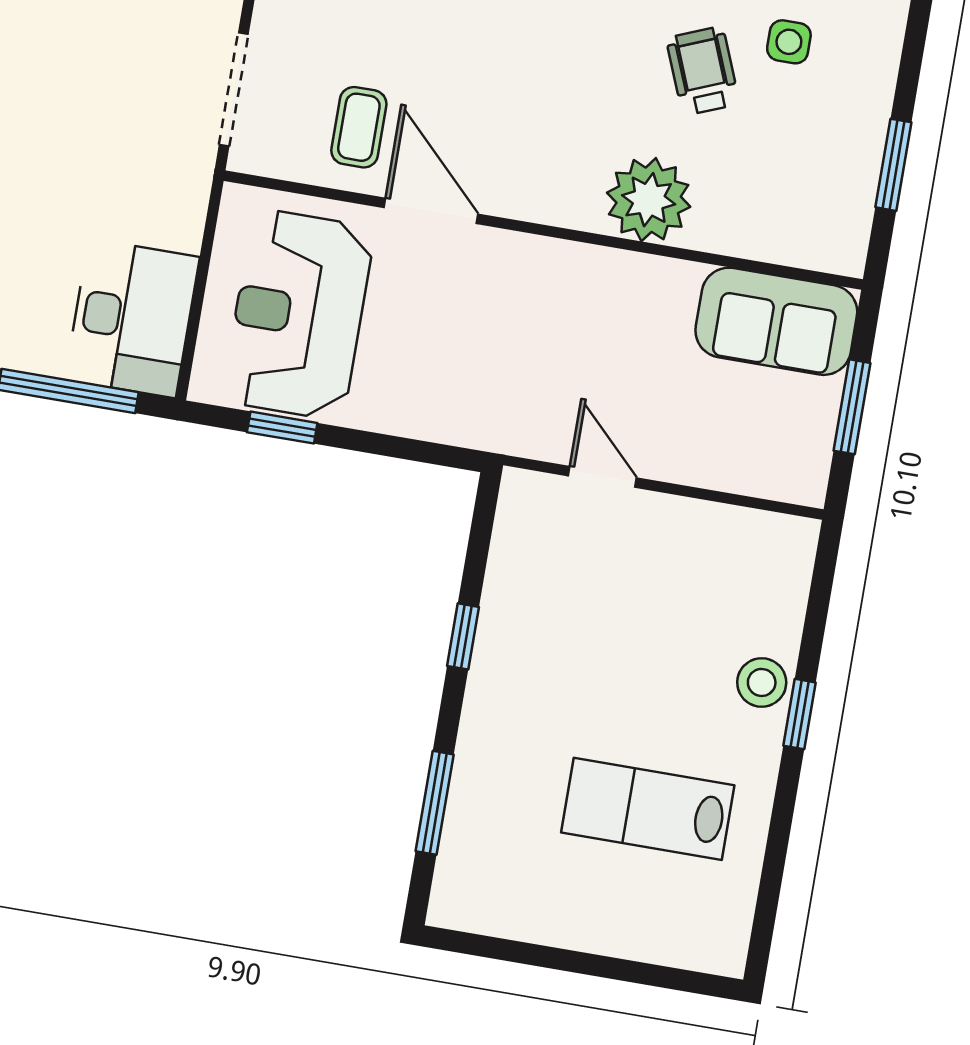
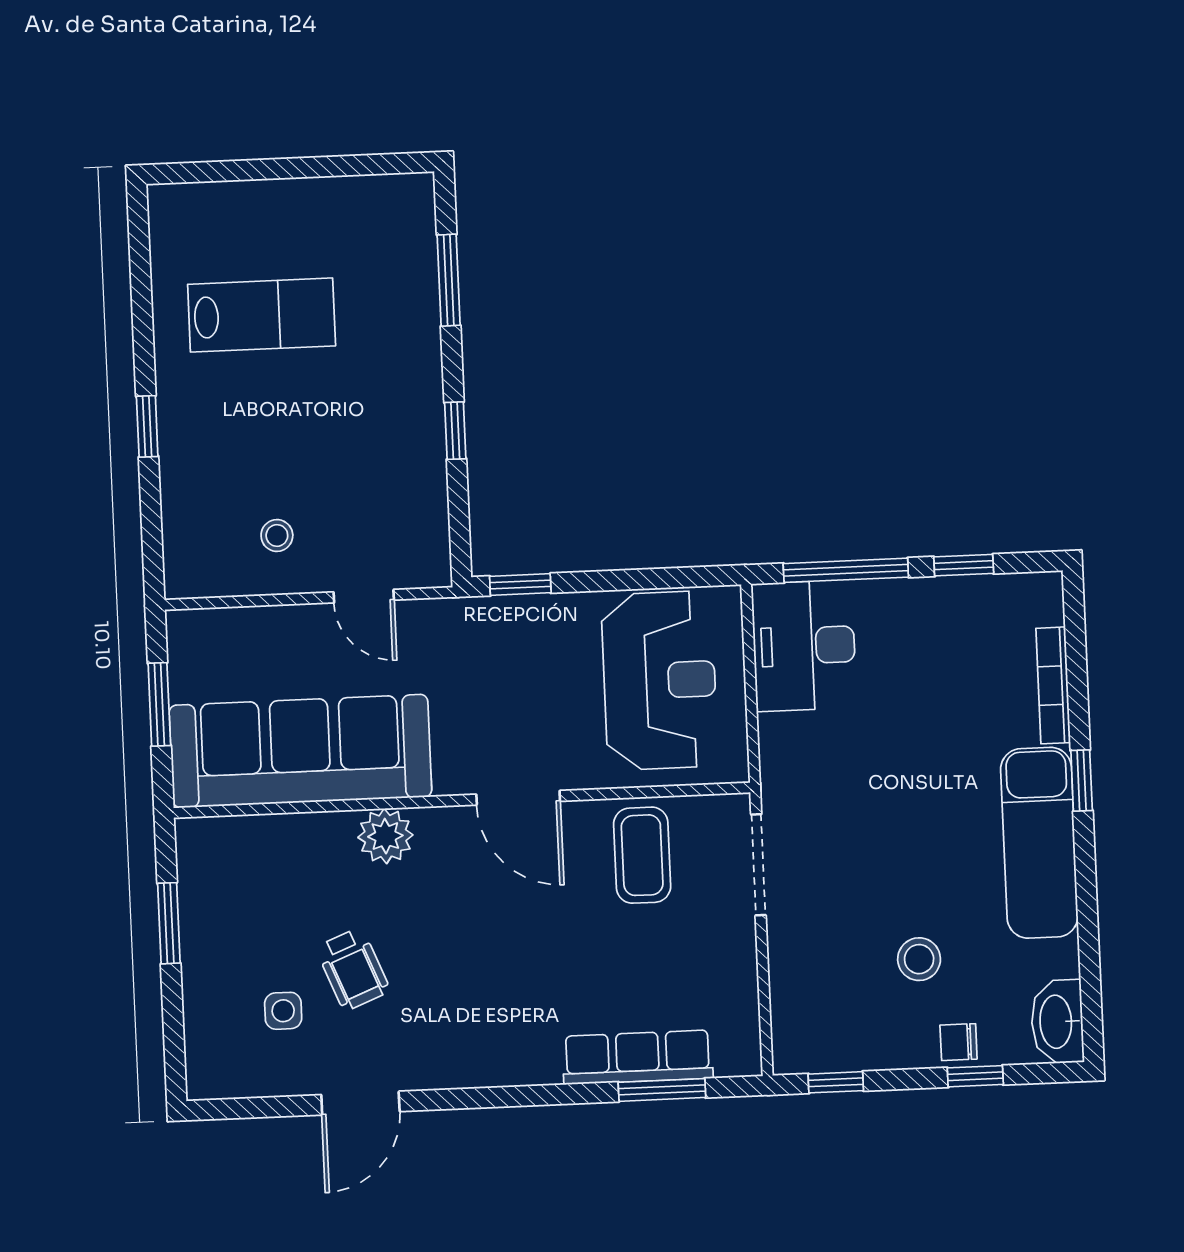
coffee table: (359, 127) -> (642, 855), width x1.36, depth x1.30
plant: (649, 200) -> (385, 836), width x0.73, depth x0.73
door: (431, 211) -> (518, 798), moved
sofa: (776, 321) -> (300, 751), width x1.85, depth x1.27
window: (282, 428) -> (520, 585), moved
stool: (762, 682) -> (277, 535), moved, width x0.73, depth x0.73

